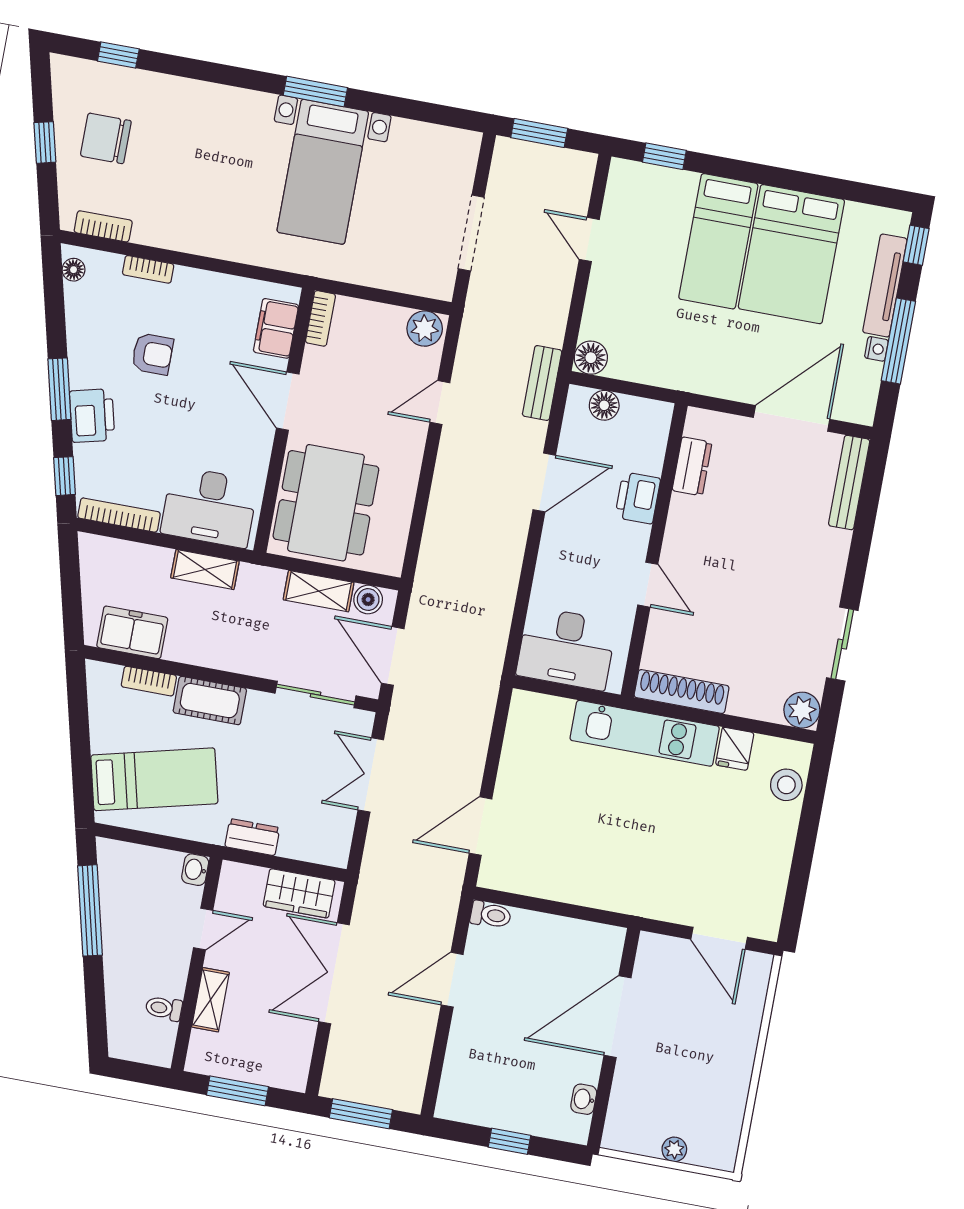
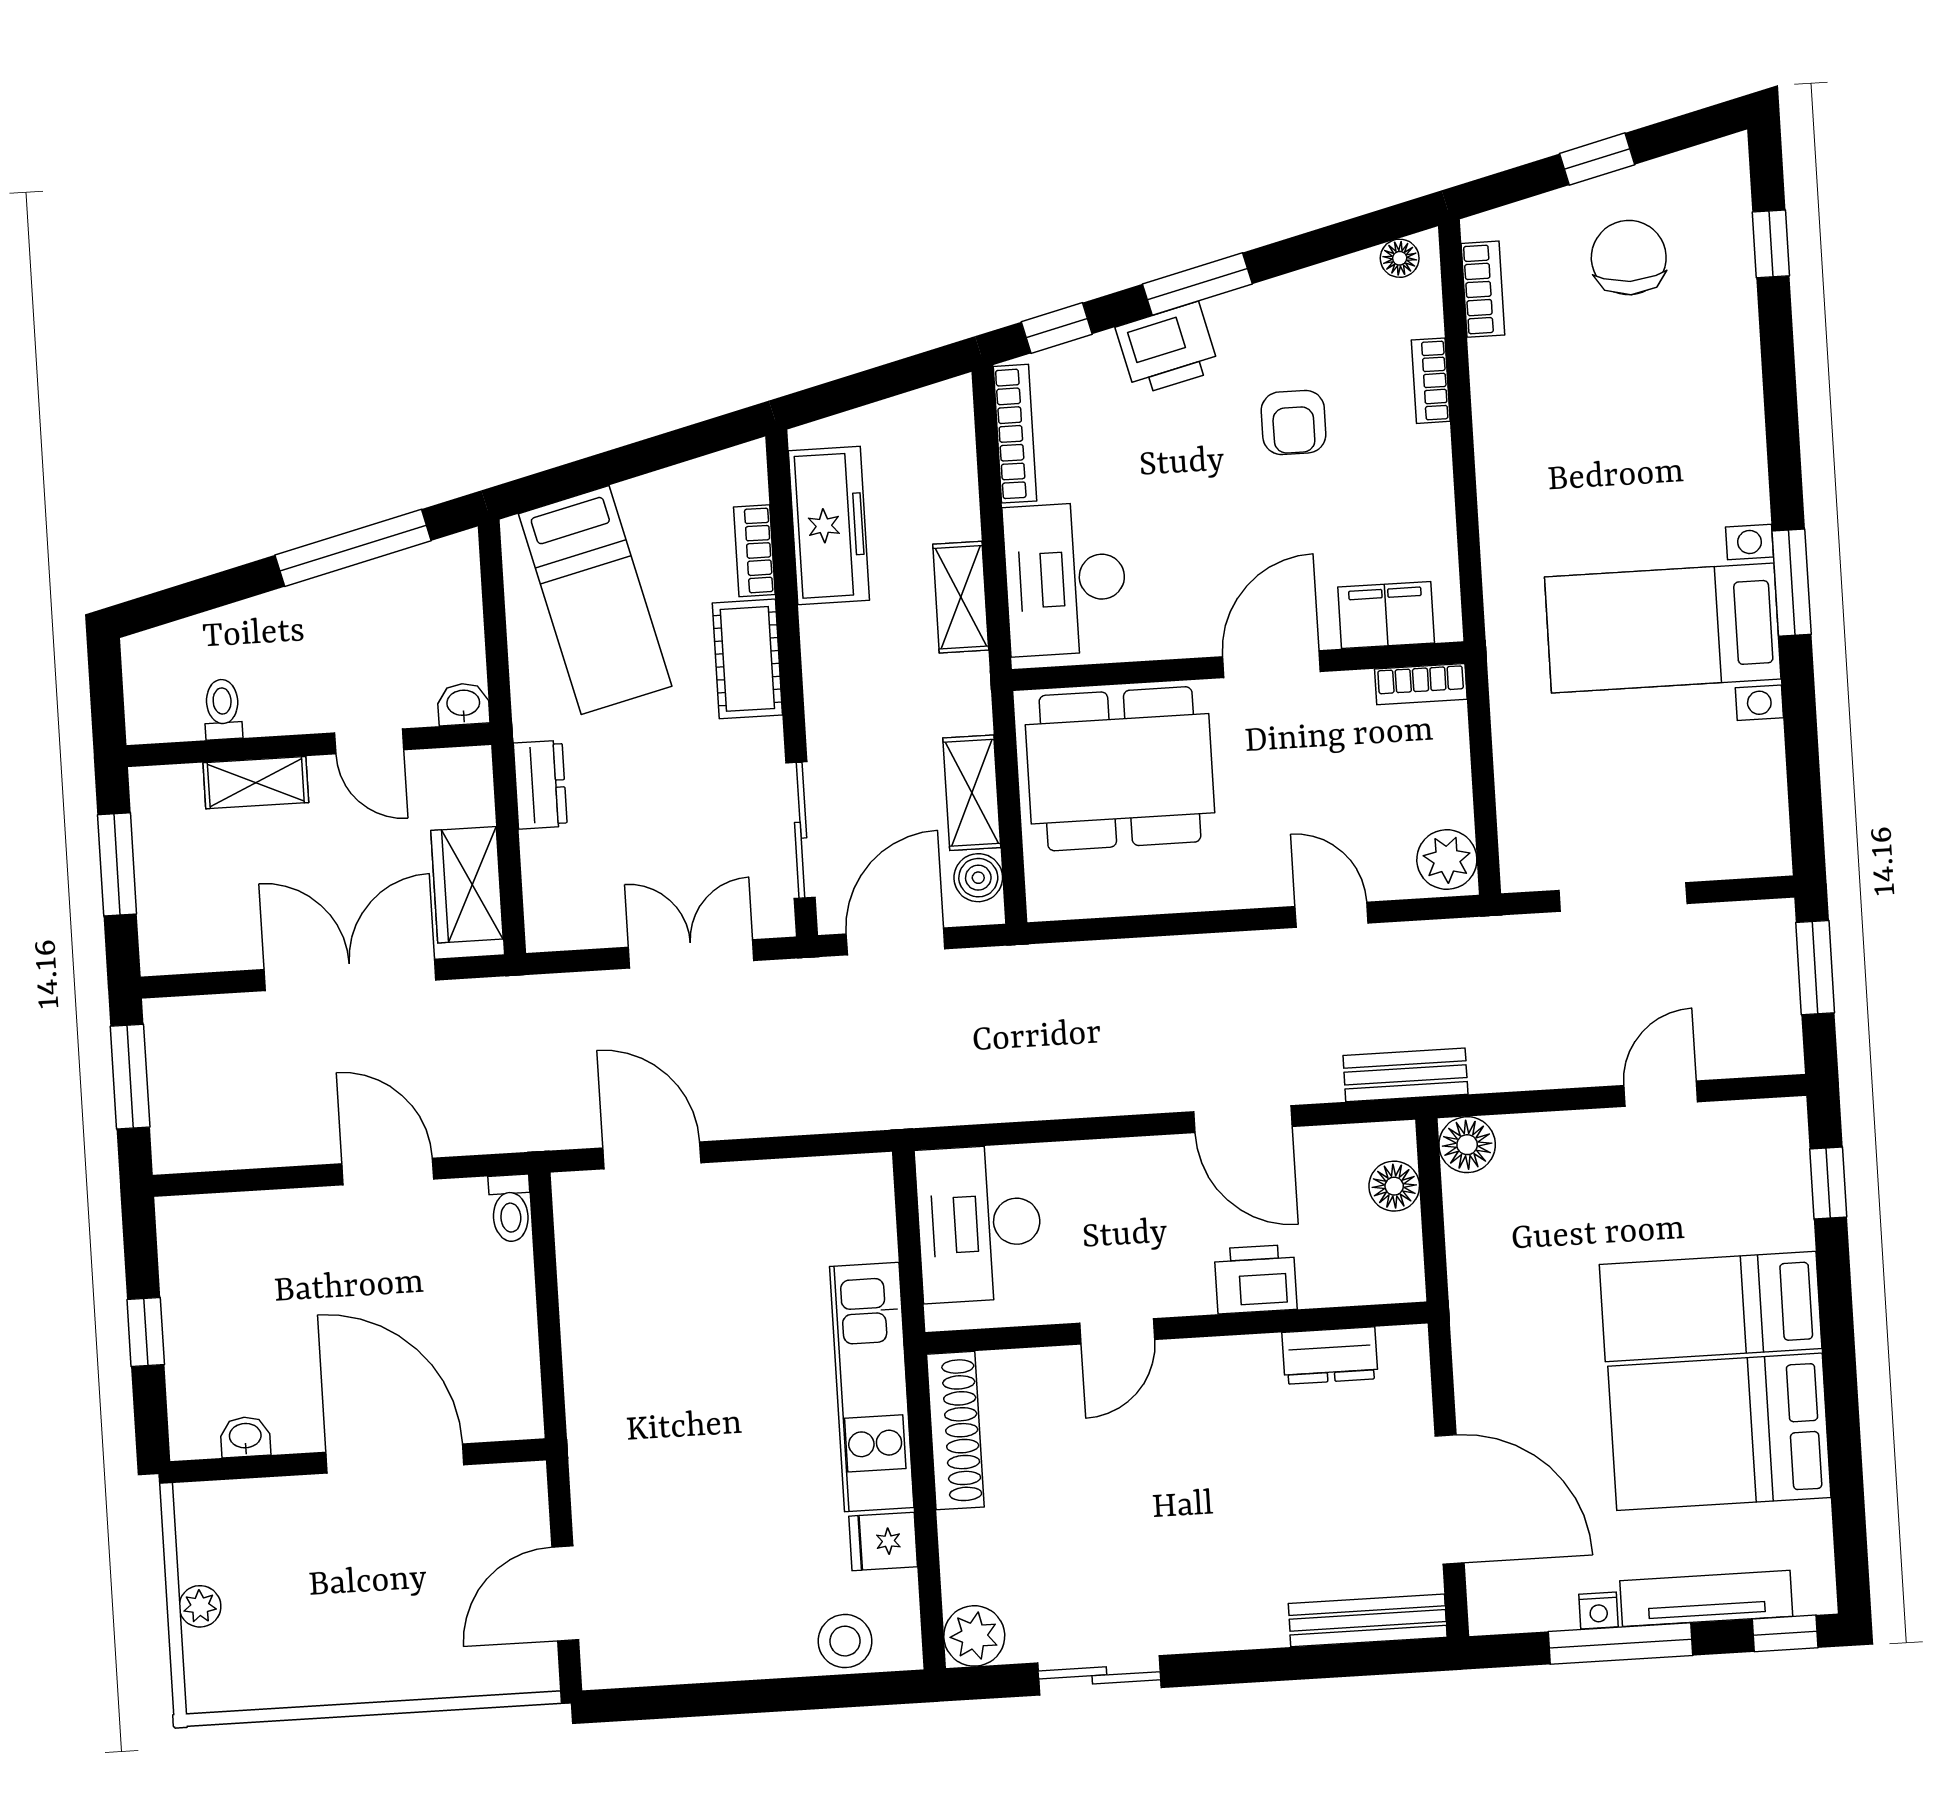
freezer: (132, 632) -> (829, 525), width x1.40

